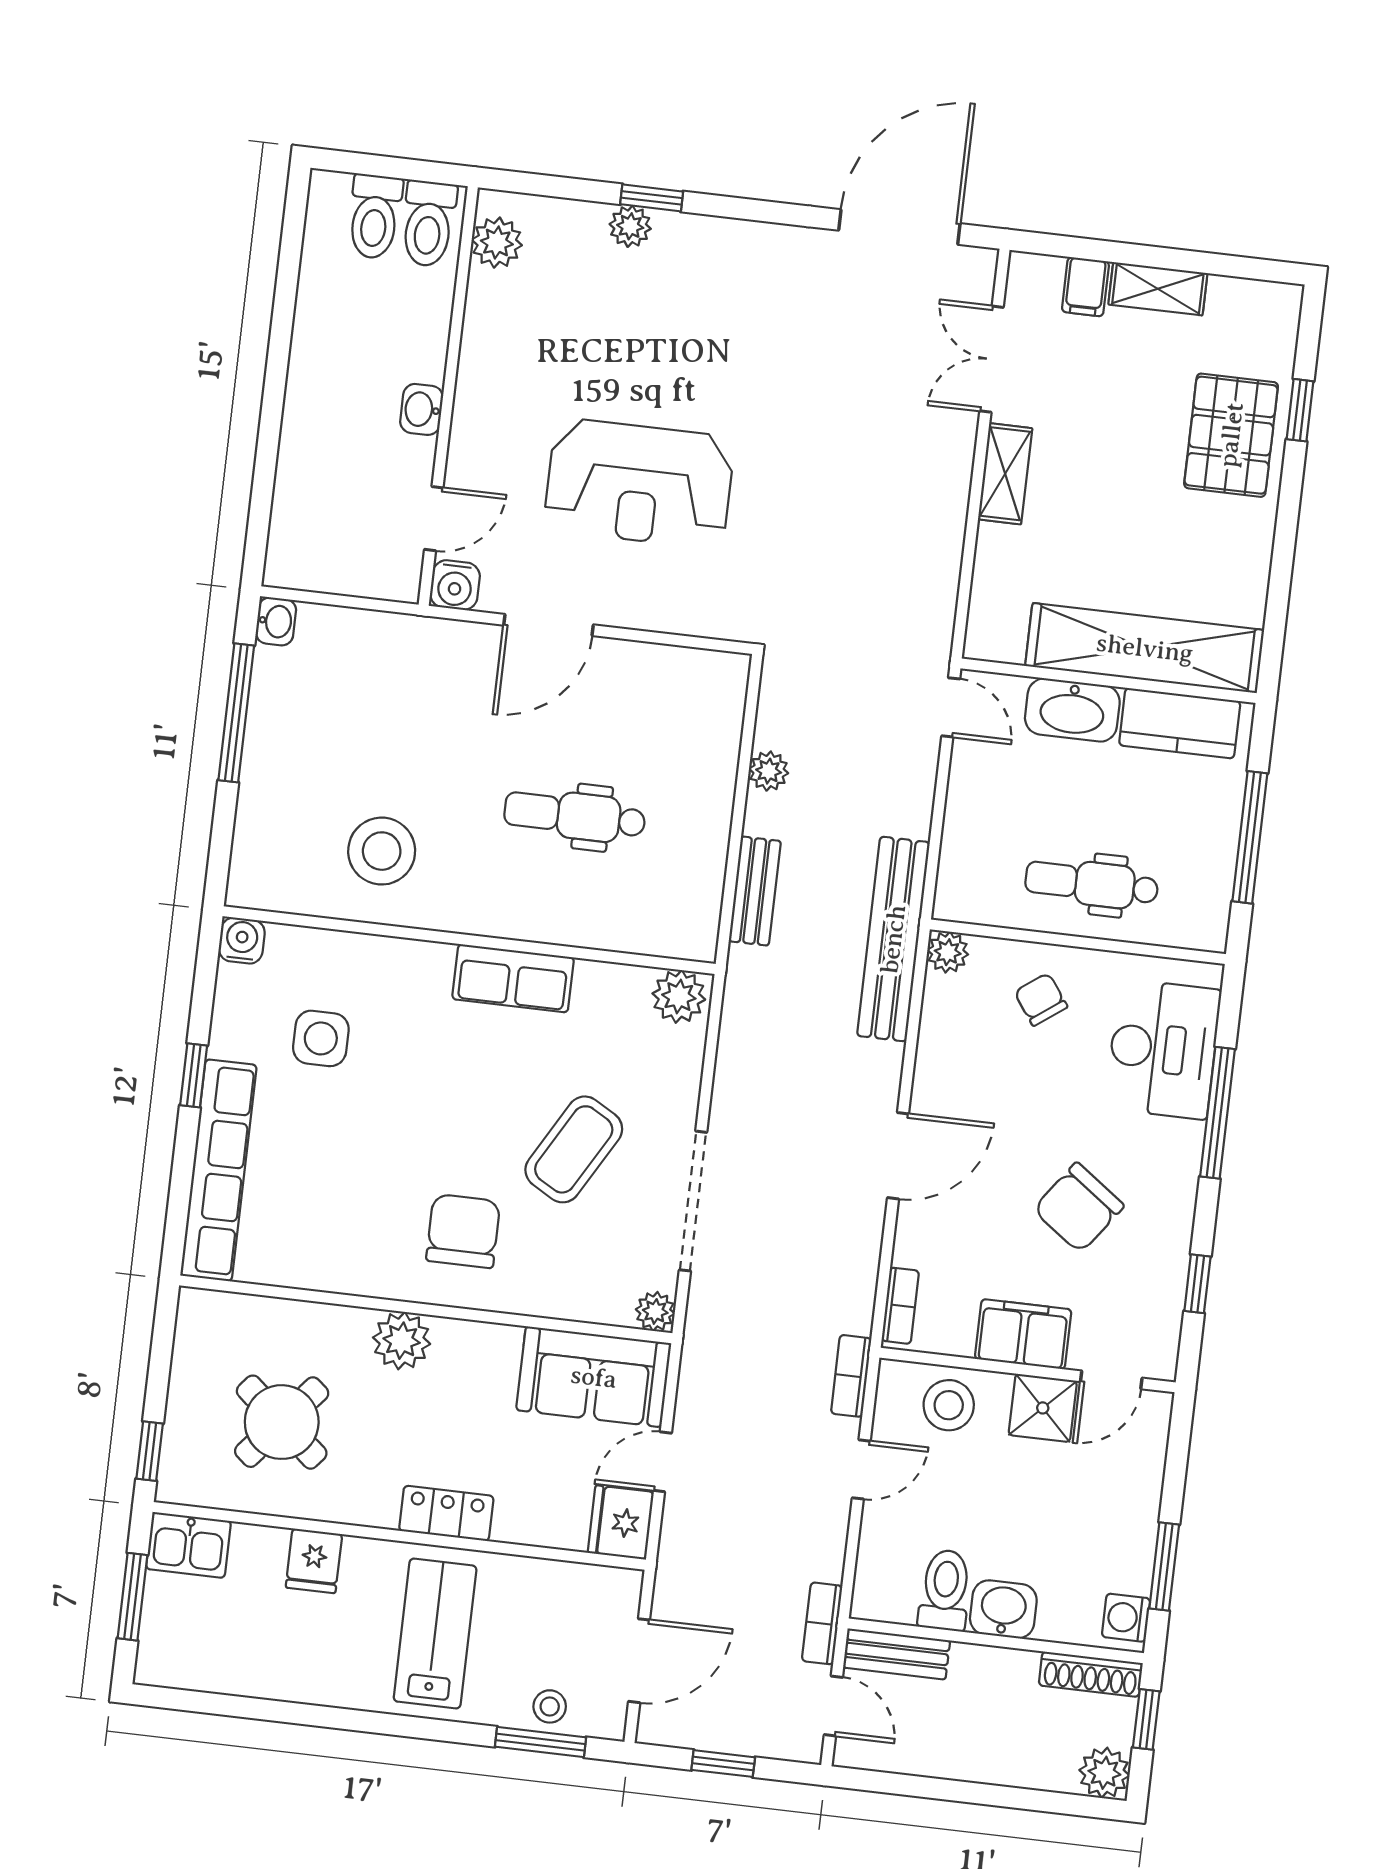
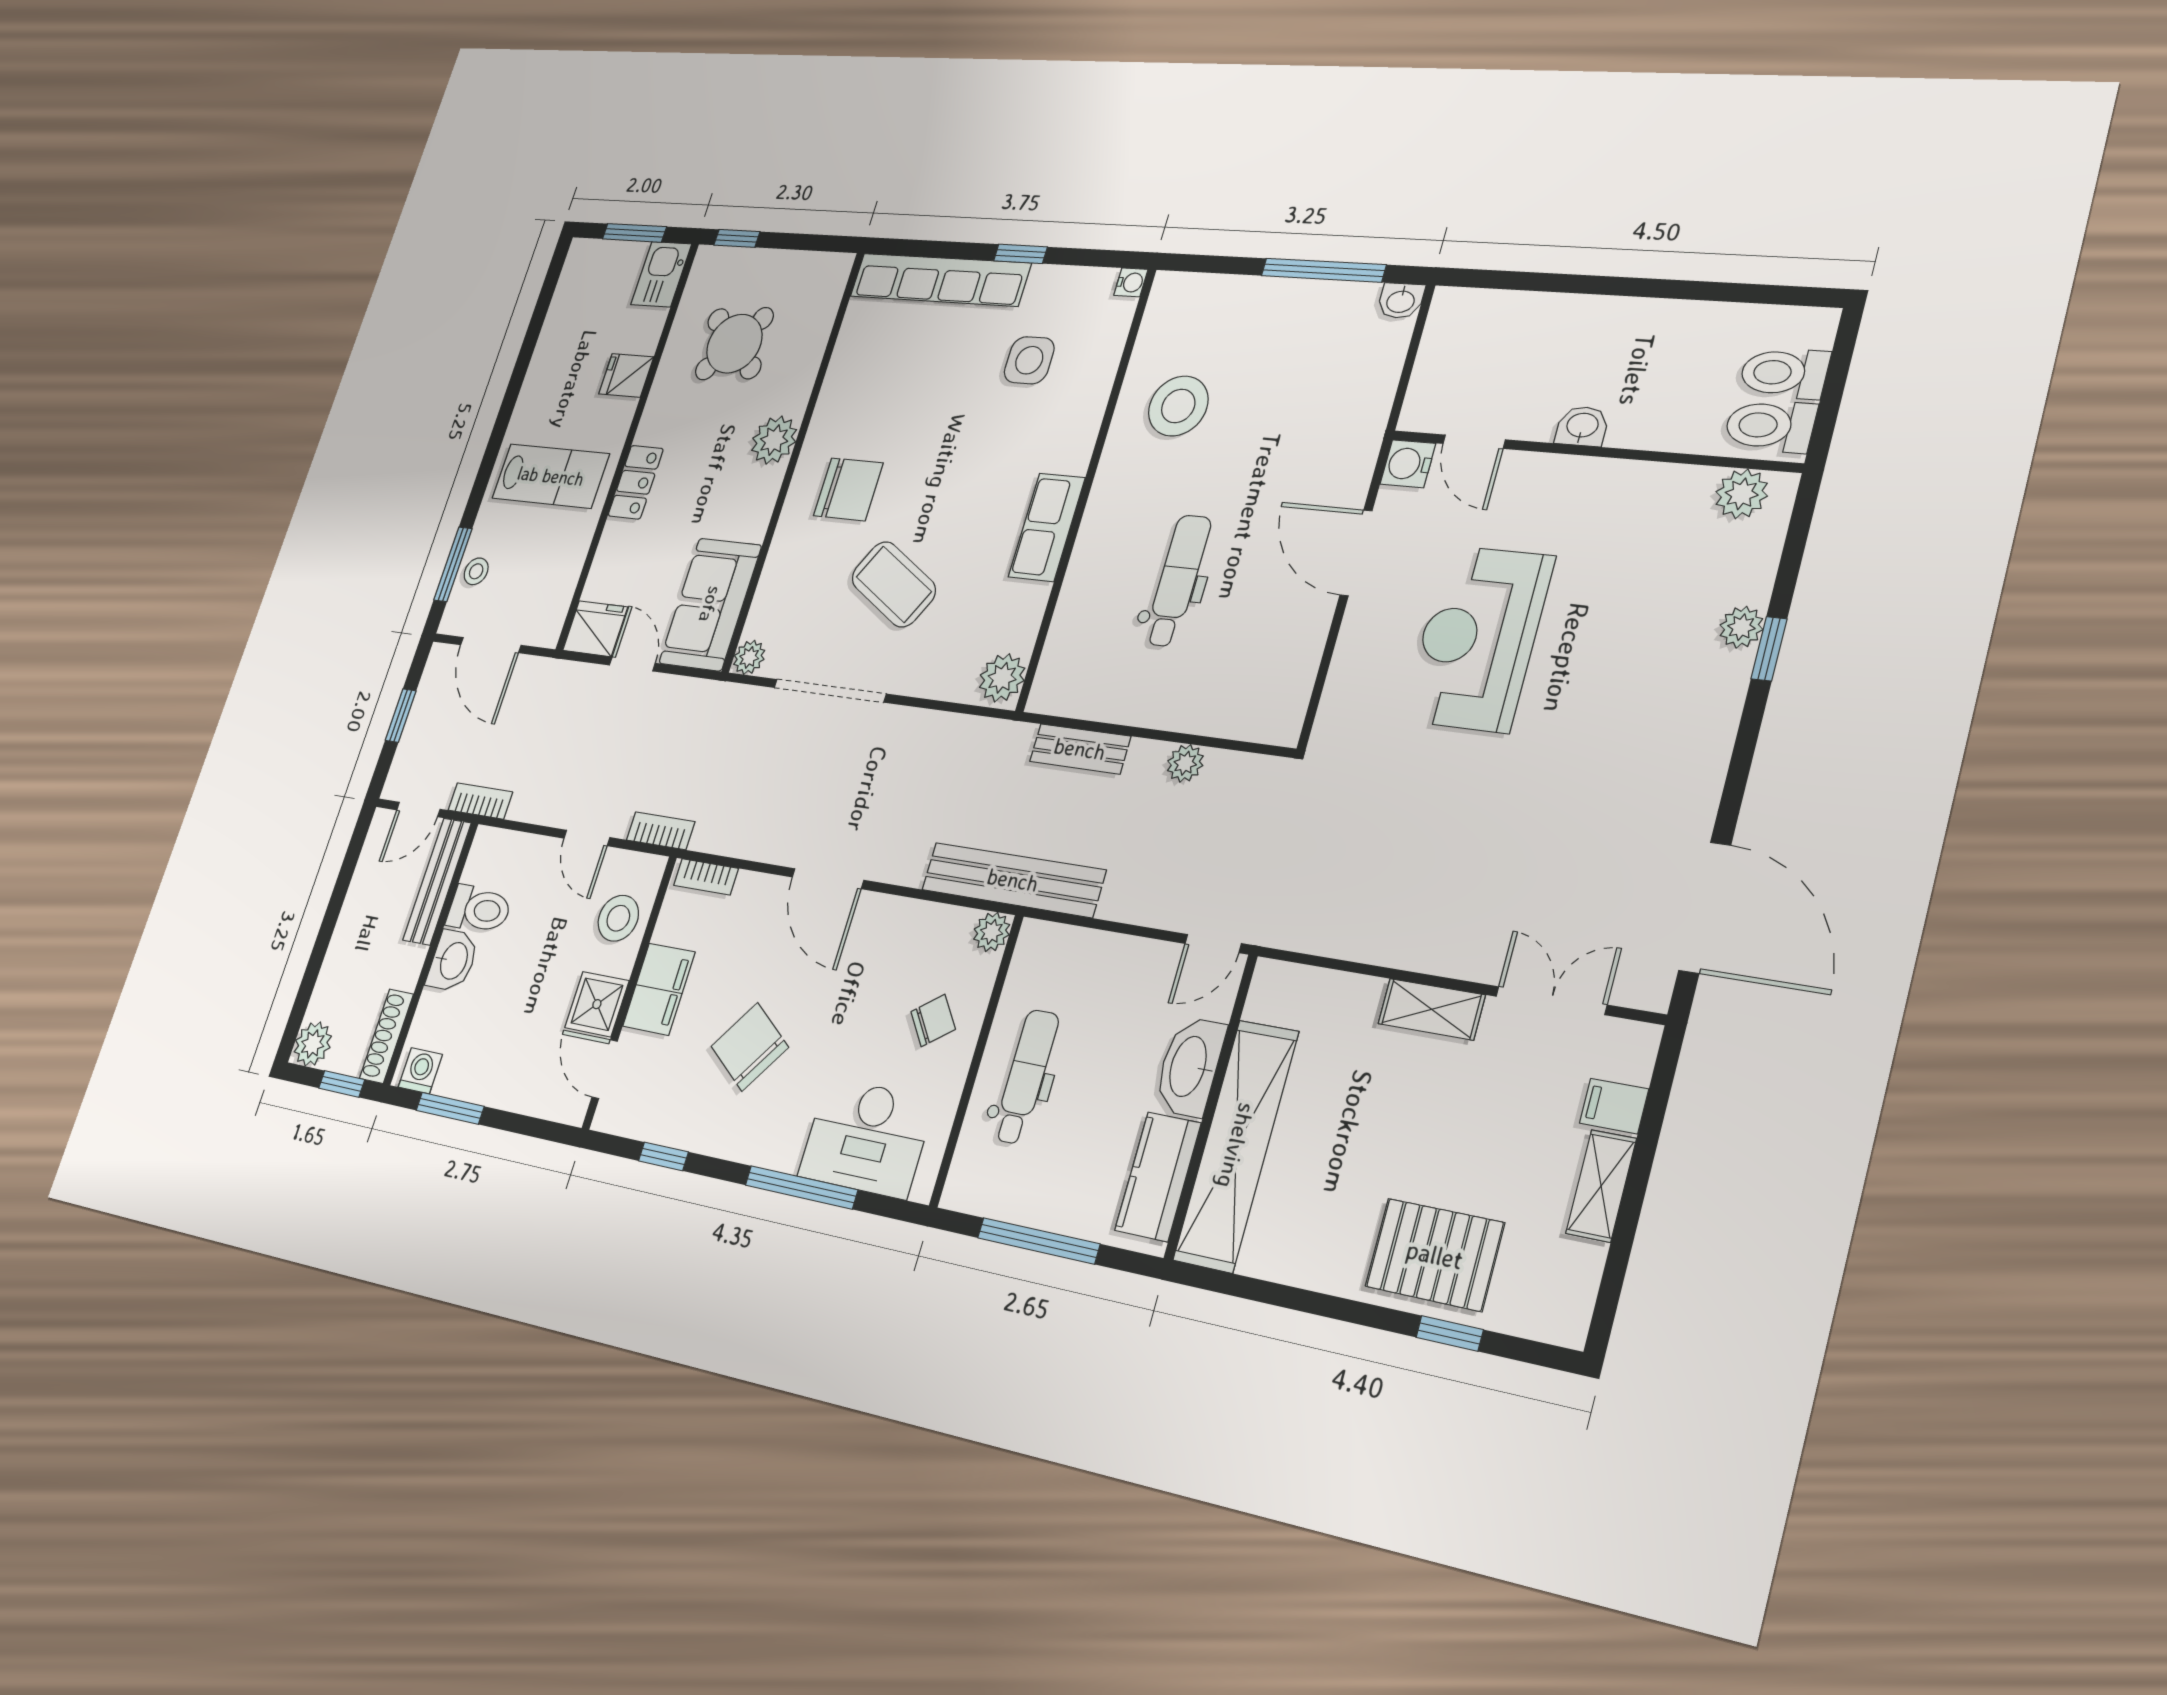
water cooler: (242, 941) -> (1131, 282), width x0.72, depth x0.72
bench: (897, 1654) -> (437, 881), width x1.36

